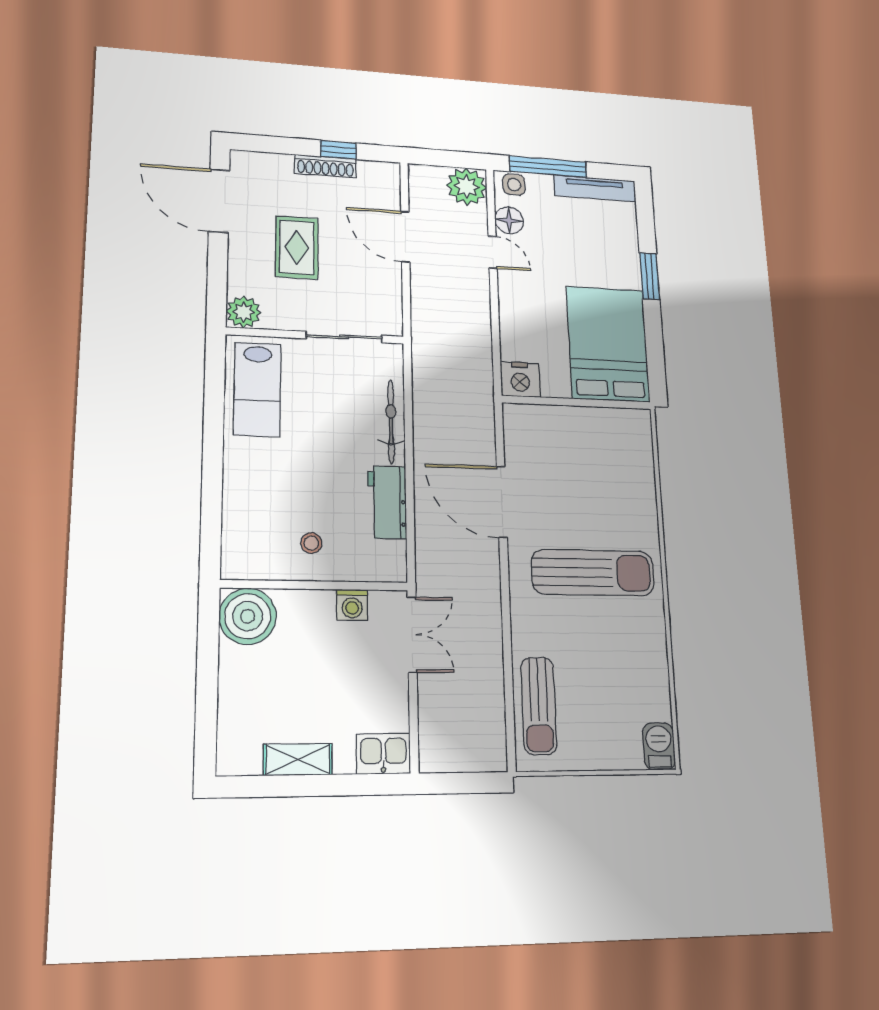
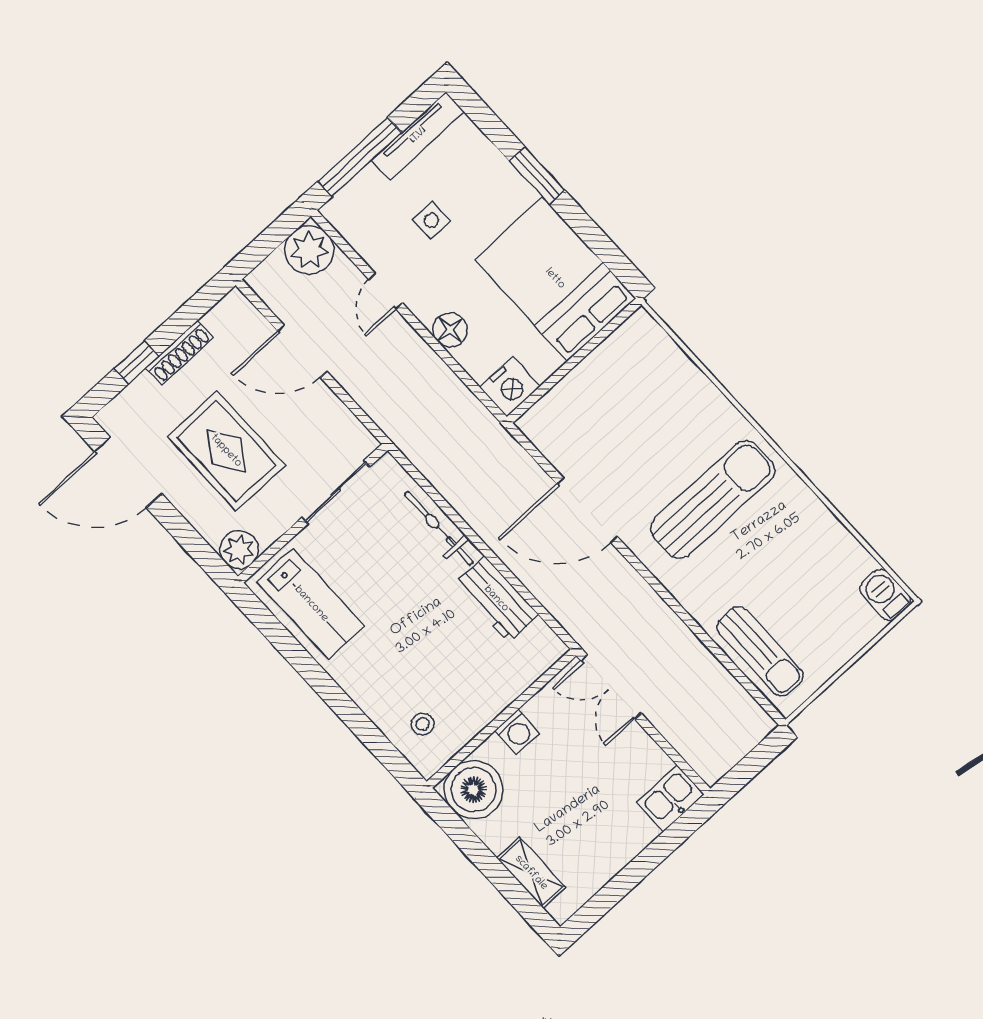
window: (338, 150) -> (136, 362), moved
side table: (514, 185) -> (432, 220), moved
floor lamp: (509, 220) -> (450, 330), moved
rug: (297, 247) -> (226, 451), width x1.36, depth x1.43
door: (493, 252) -> (386, 291), swing flipped
stool: (311, 543) -> (423, 724), moved
washing machine: (352, 605) -> (517, 732), moved
double door: (412, 635) -> (611, 687), swing flipped
shelving: (298, 759) -> (531, 873), moved, turned 90

